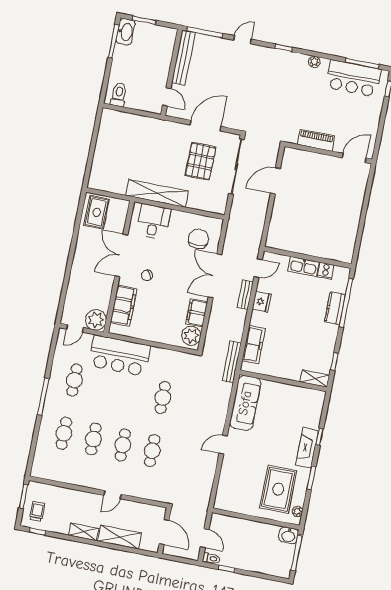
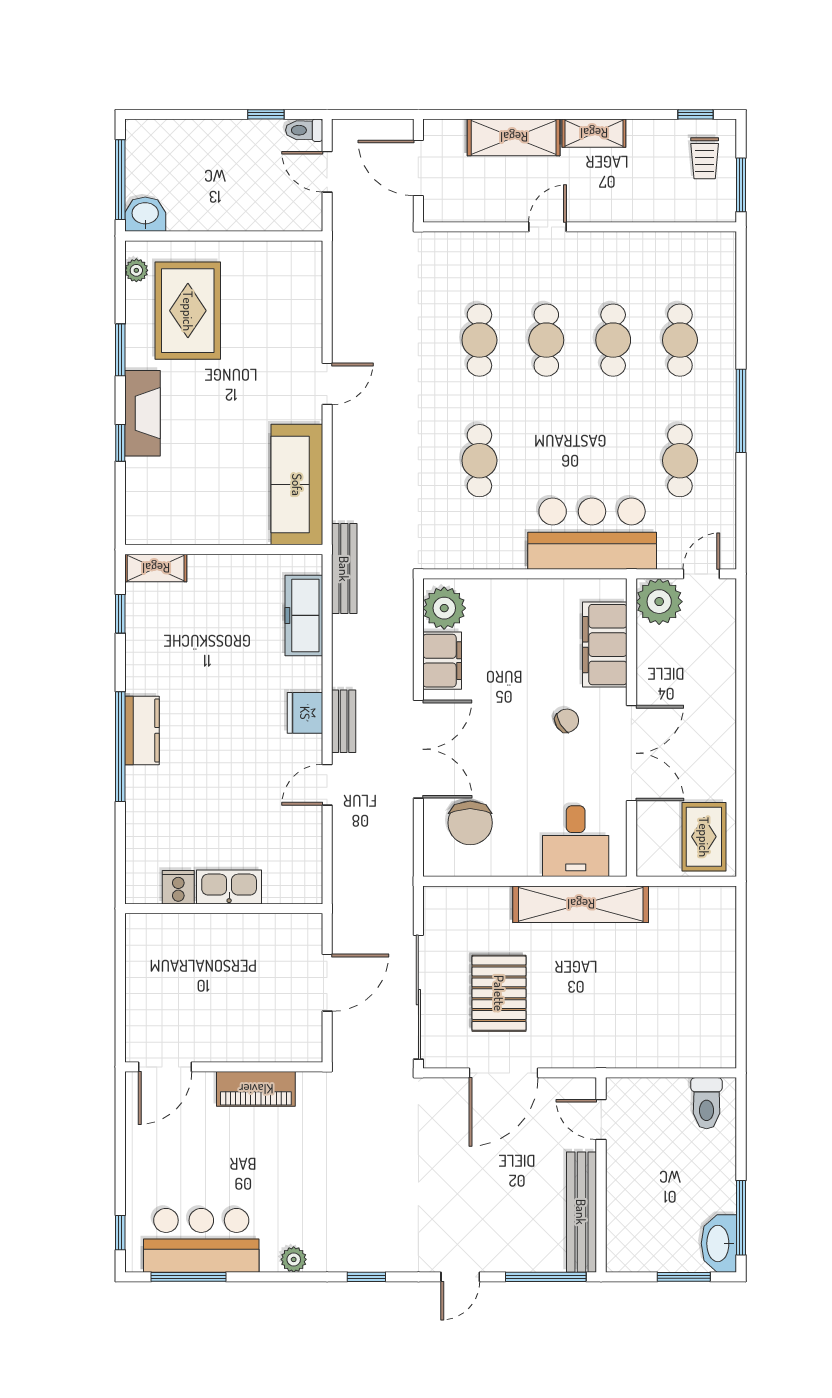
wall: (308, 257) -> (224, 909), moved
kitchen sink: (303, 266) -> (229, 887), moved
cooker: (326, 271) -> (178, 887), moved

